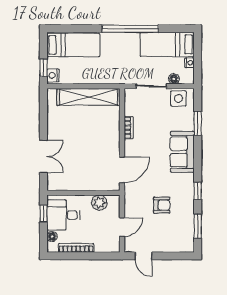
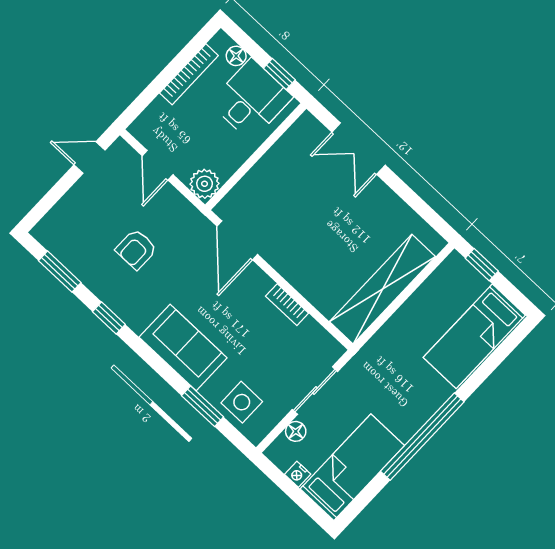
nightstand: (53, 75) -> (459, 268), removed
side table: (178, 98) -> (242, 402), moved
plant: (99, 203) -> (205, 184), moved

